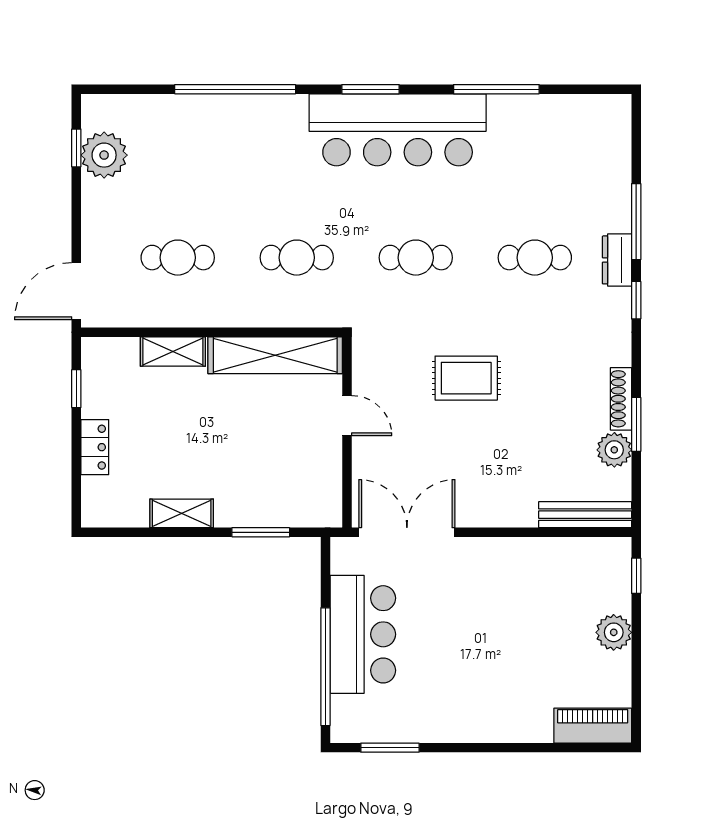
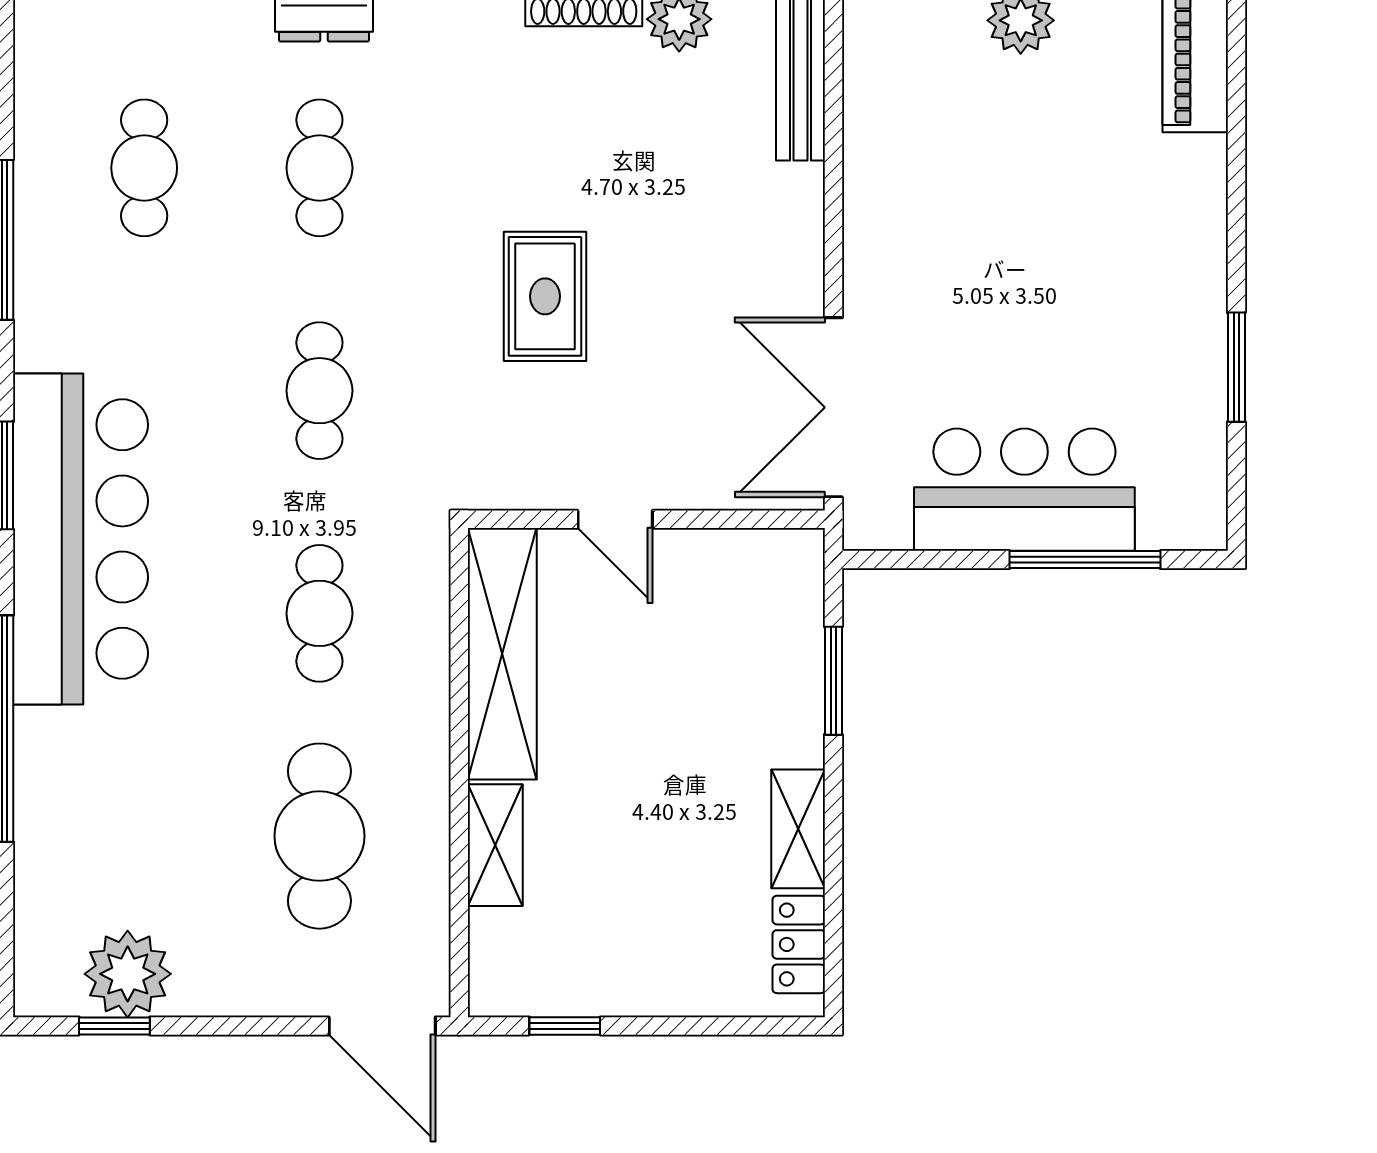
bar counter: (398, 130) -> (80, 539), moved
cafe table: (535, 164) -> (144, 168), added
cafe table: (178, 258) -> (319, 836), width x1.37, depth x1.35
door: (347, 416) -> (615, 519), swing flipped
locker: (95, 447) -> (799, 944), moved, turned -90
window: (325, 667) -> (1085, 560), width x0.68
window: (390, 748) -> (1236, 367), moved

